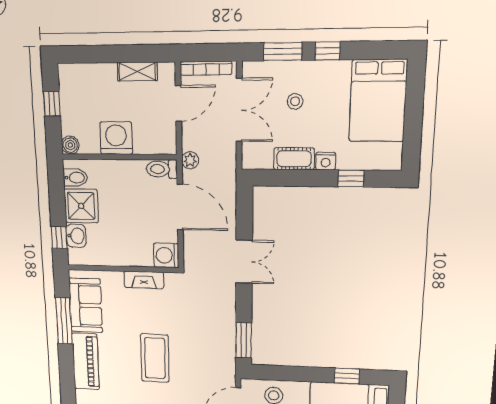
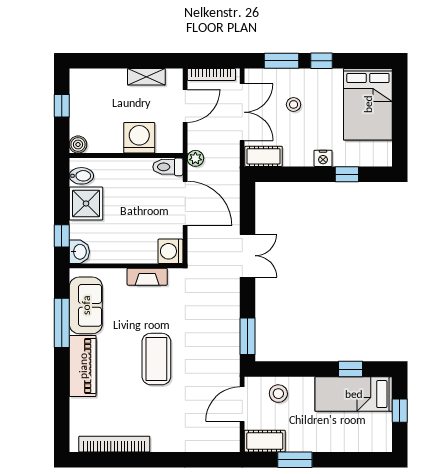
washing machine: (116, 138) -> (139, 138), moved
cot: (294, 159) -> (263, 156), moved
washbasin: (76, 236) -> (79, 252), moved

